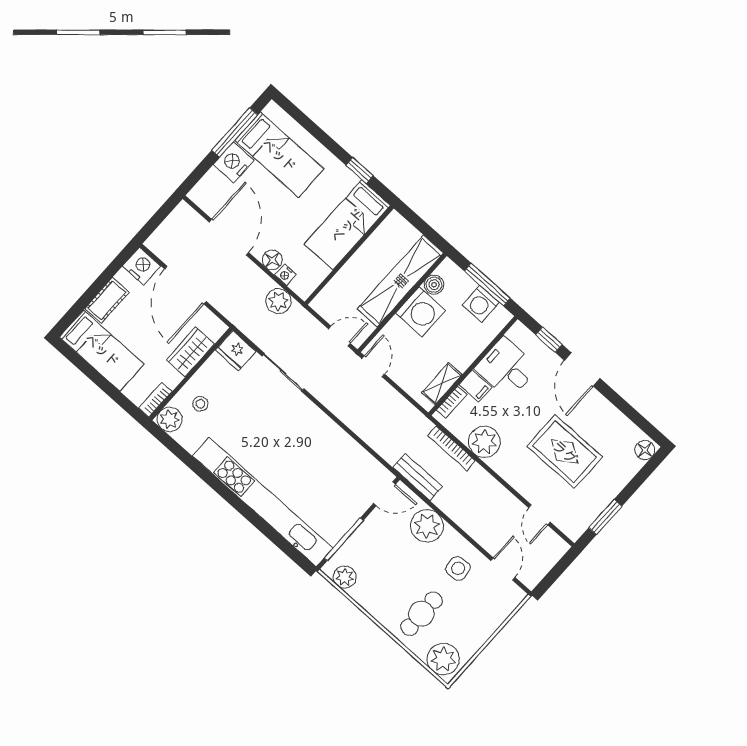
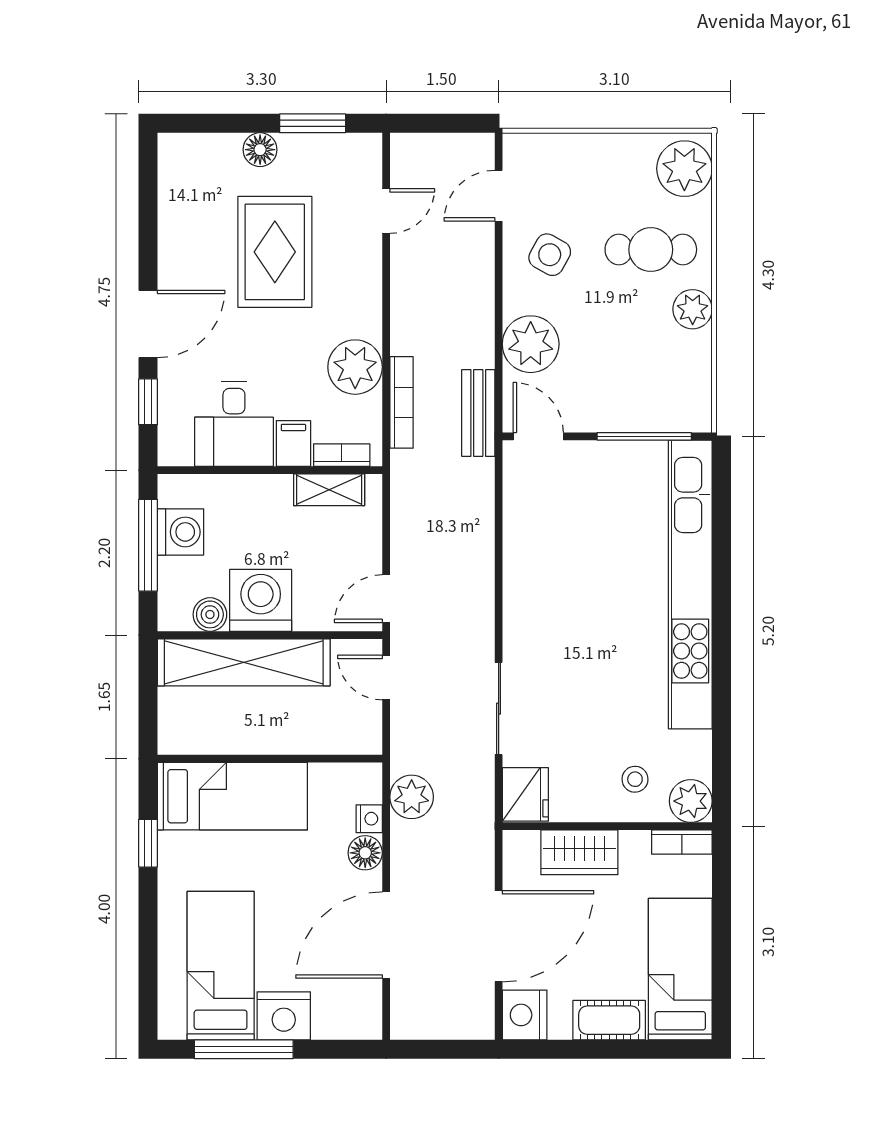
floor lamp: (645, 450) -> (260, 150), moved
side table: (458, 568) -> (550, 255), turned 33
plant: (345, 577) -> (693, 309), moved

